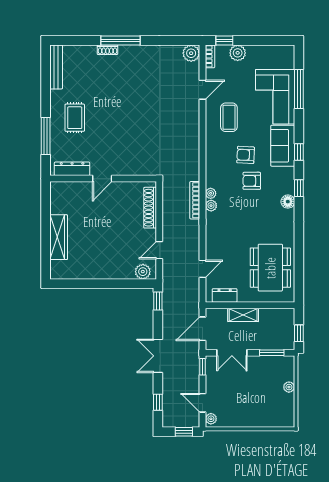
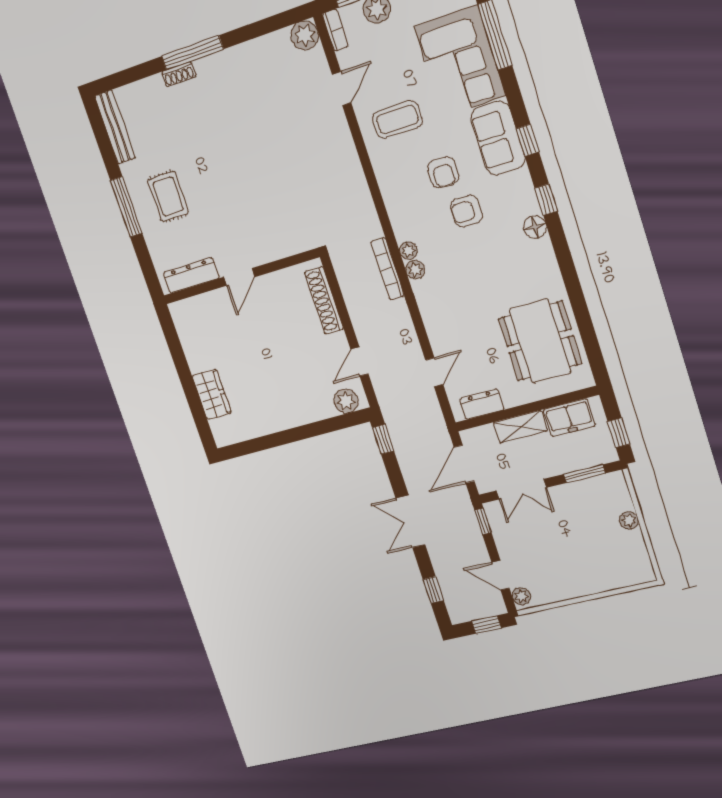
coffee table: (229, 117) -> (397, 120), turned 90
window: (46, 136) -> (126, 207), moved
armchair: (246, 155) -> (443, 172), turned -93
wardrobe: (59, 237) -> (212, 394), width x0.67
freezer: (273, 317) -> (569, 418), added

